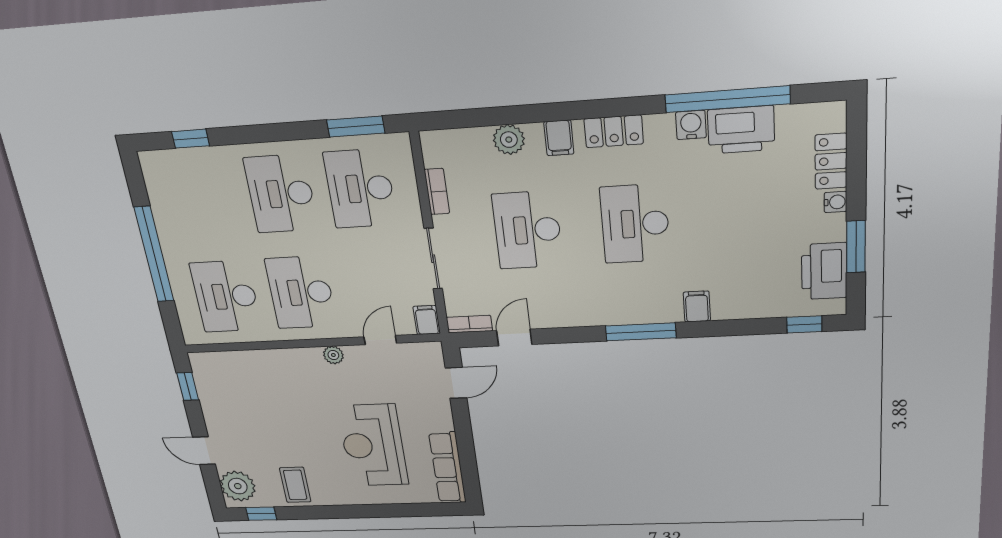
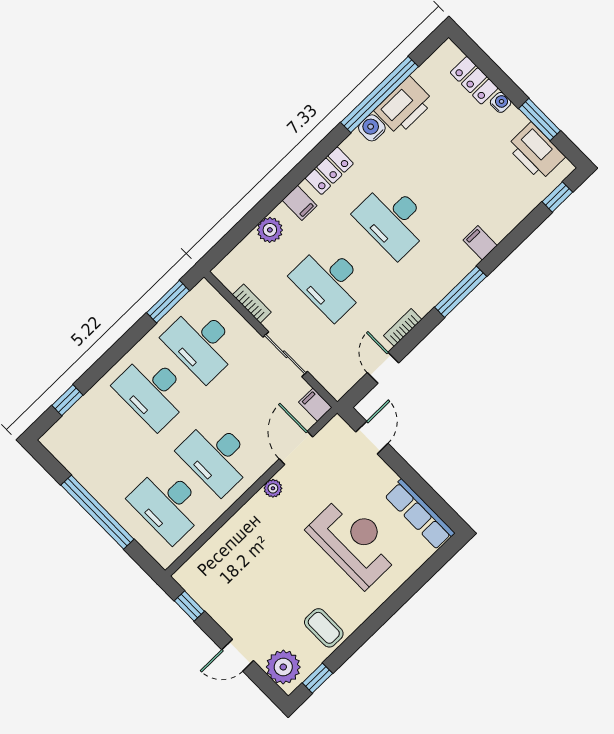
bookcase: (469, 324) -> (403, 327), moved
door: (380, 340) -> (296, 448), width x1.37
reception desk: (373, 445) -> (354, 542), turned 180

